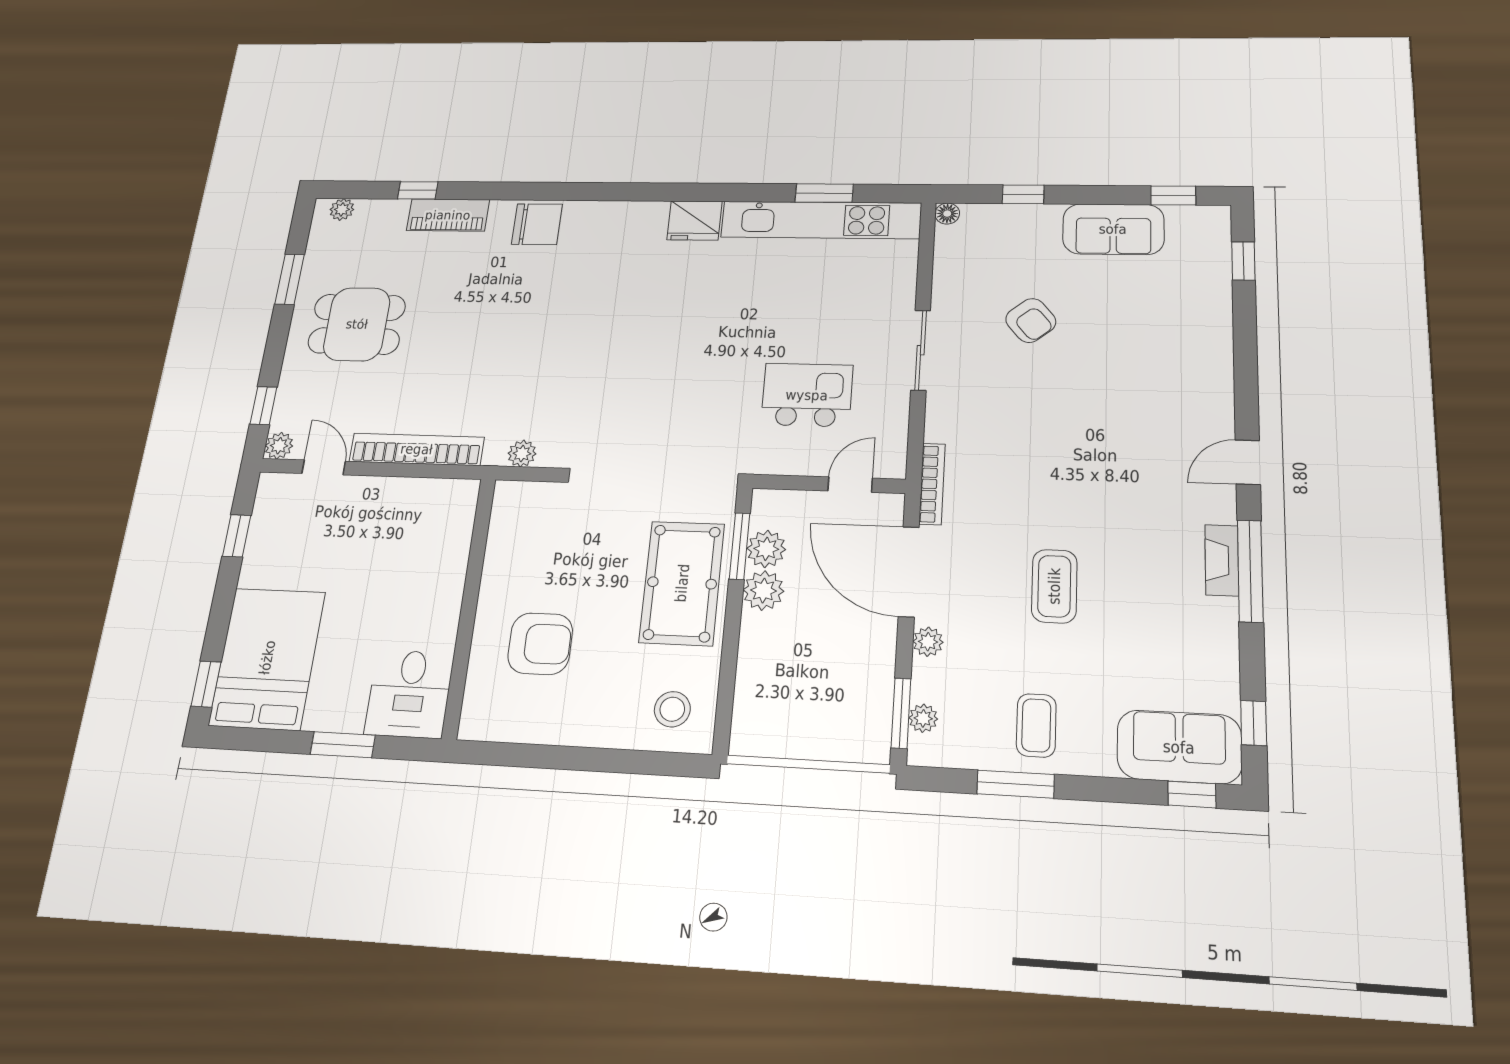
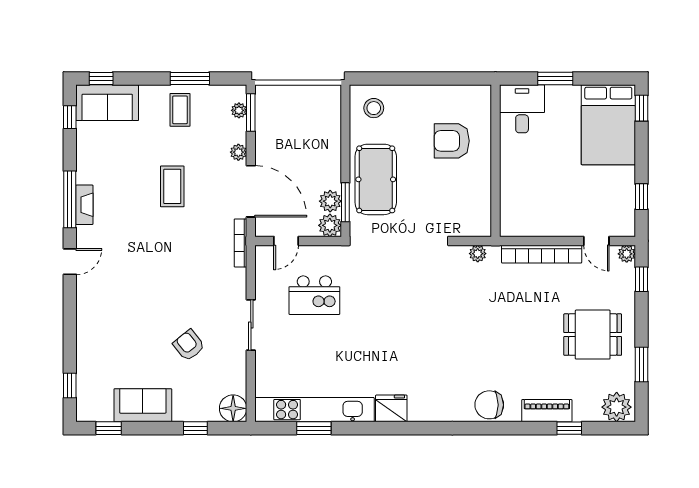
plant: (342, 209) -> (617, 407), width x1.87, depth x1.87
floor lamp: (947, 214) -> (233, 408), width x1.89, depth x1.89
plant: (763, 591) -> (330, 225), moved

